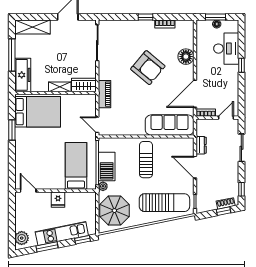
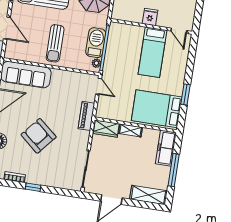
bed: (76, 166) -> (152, 52), moved
plant: (103, 186) -> (96, 63), moved

